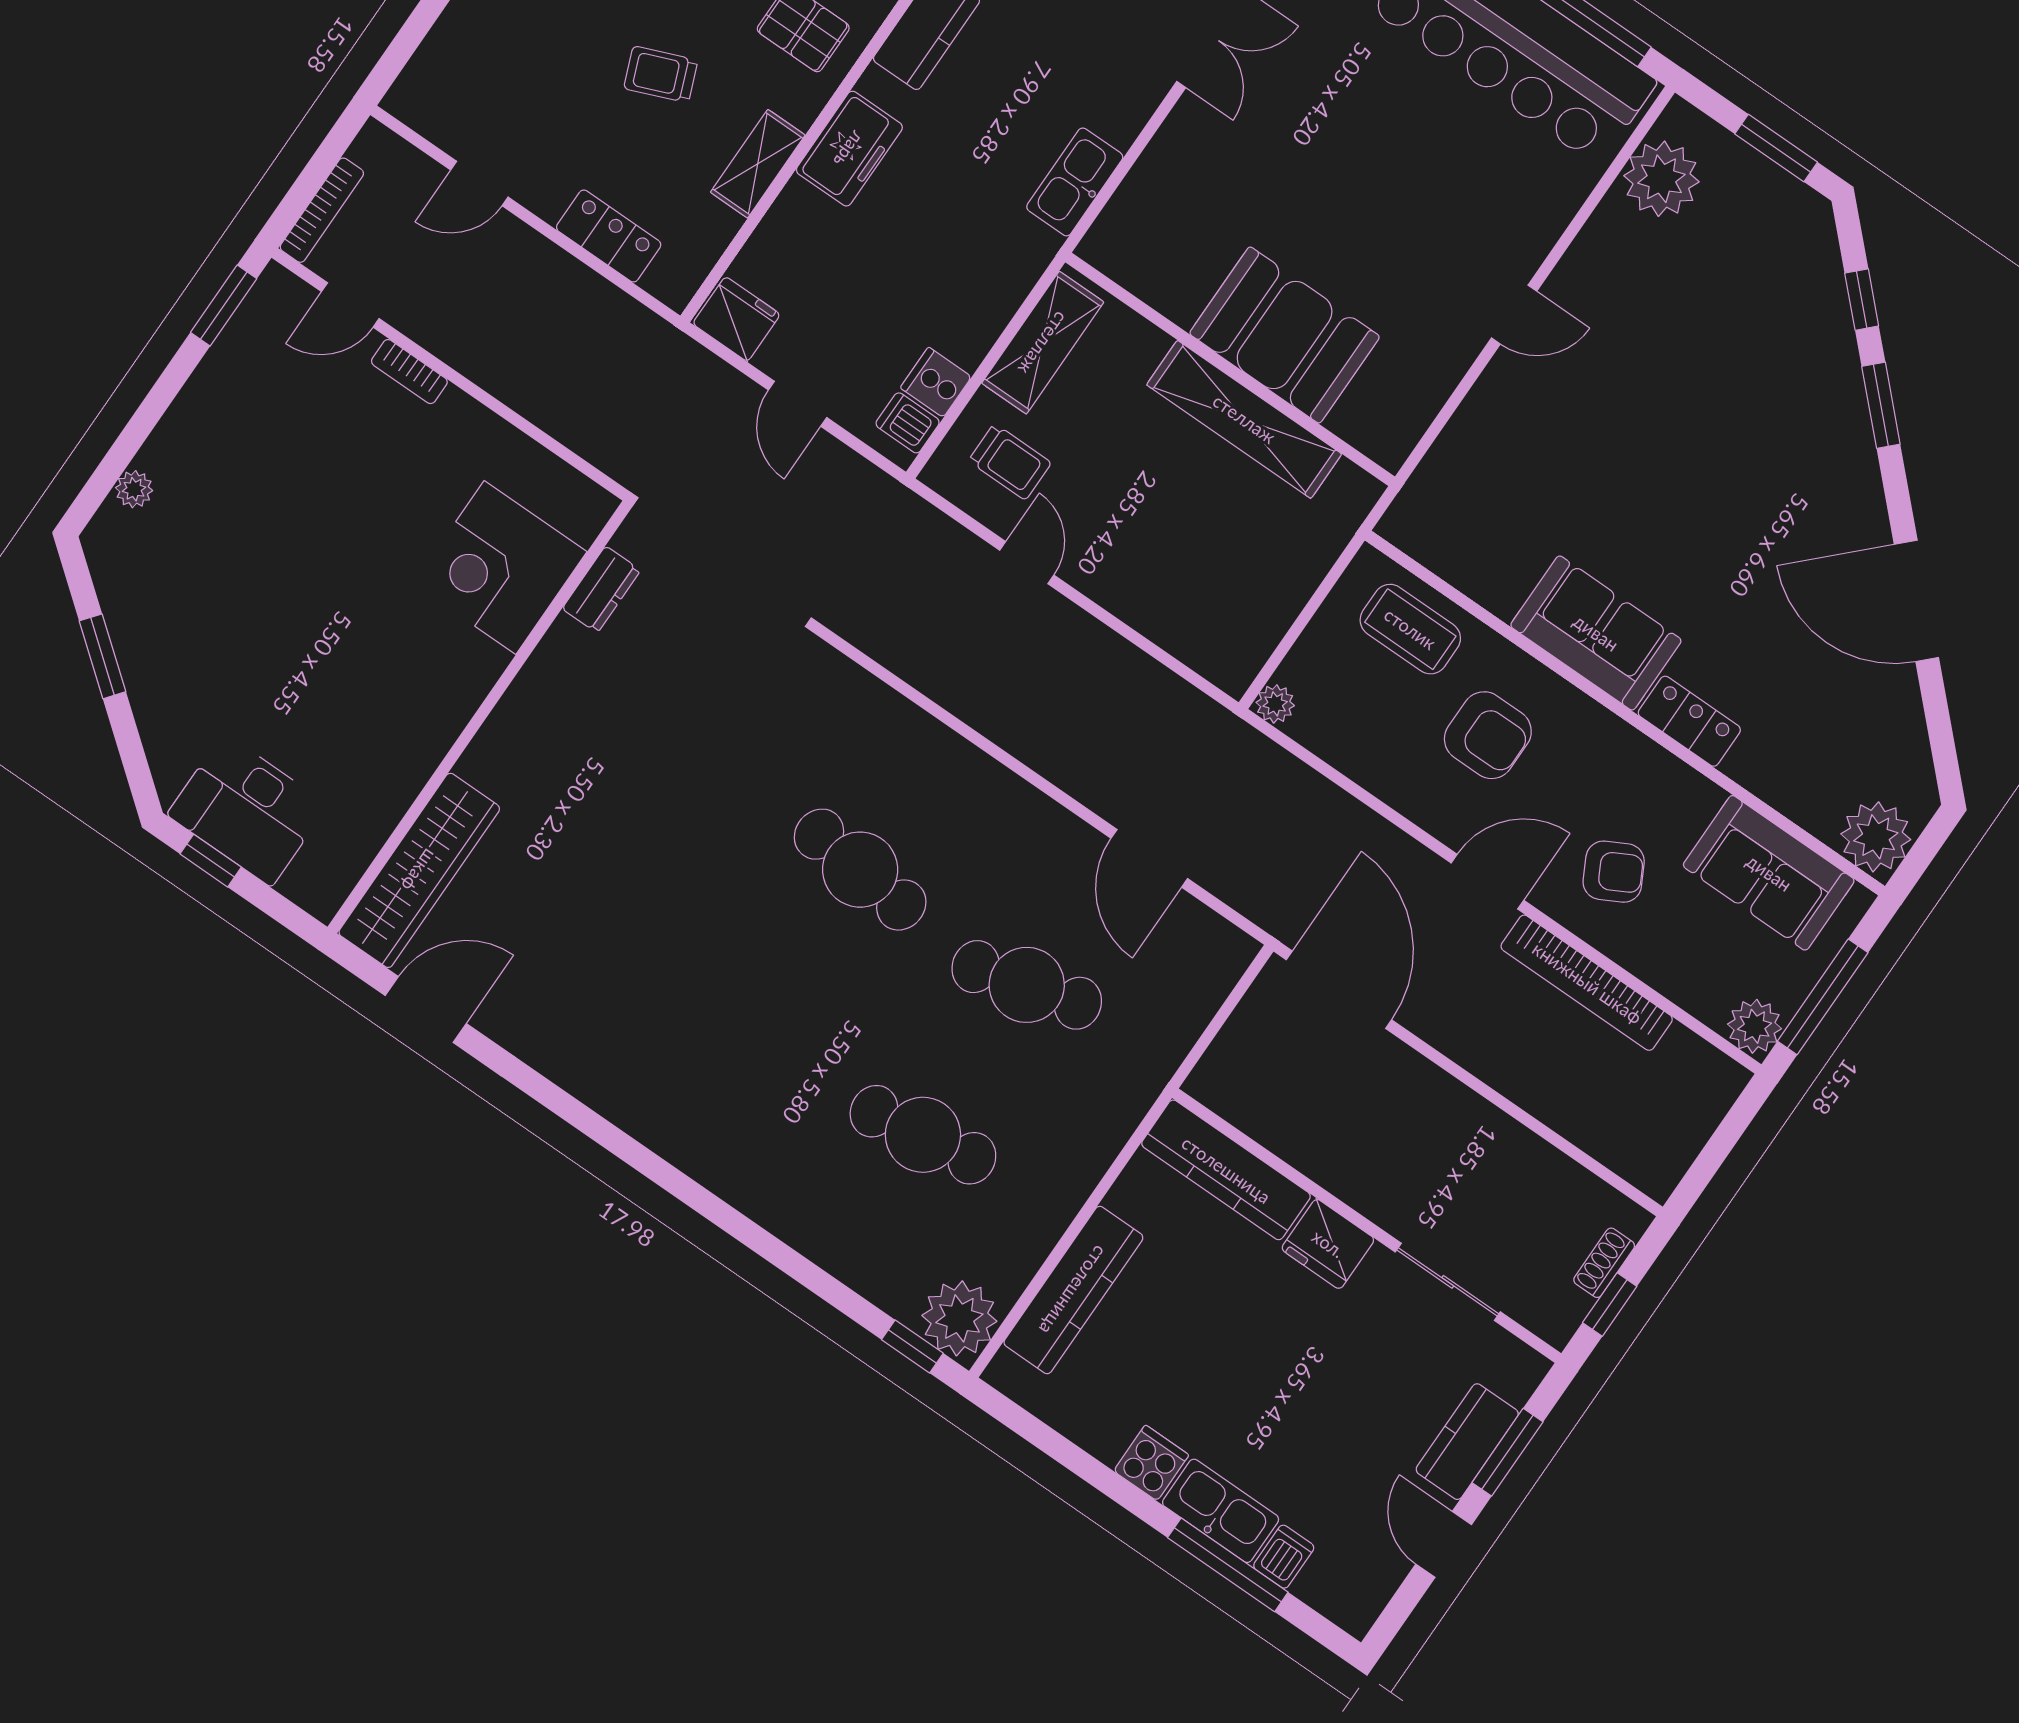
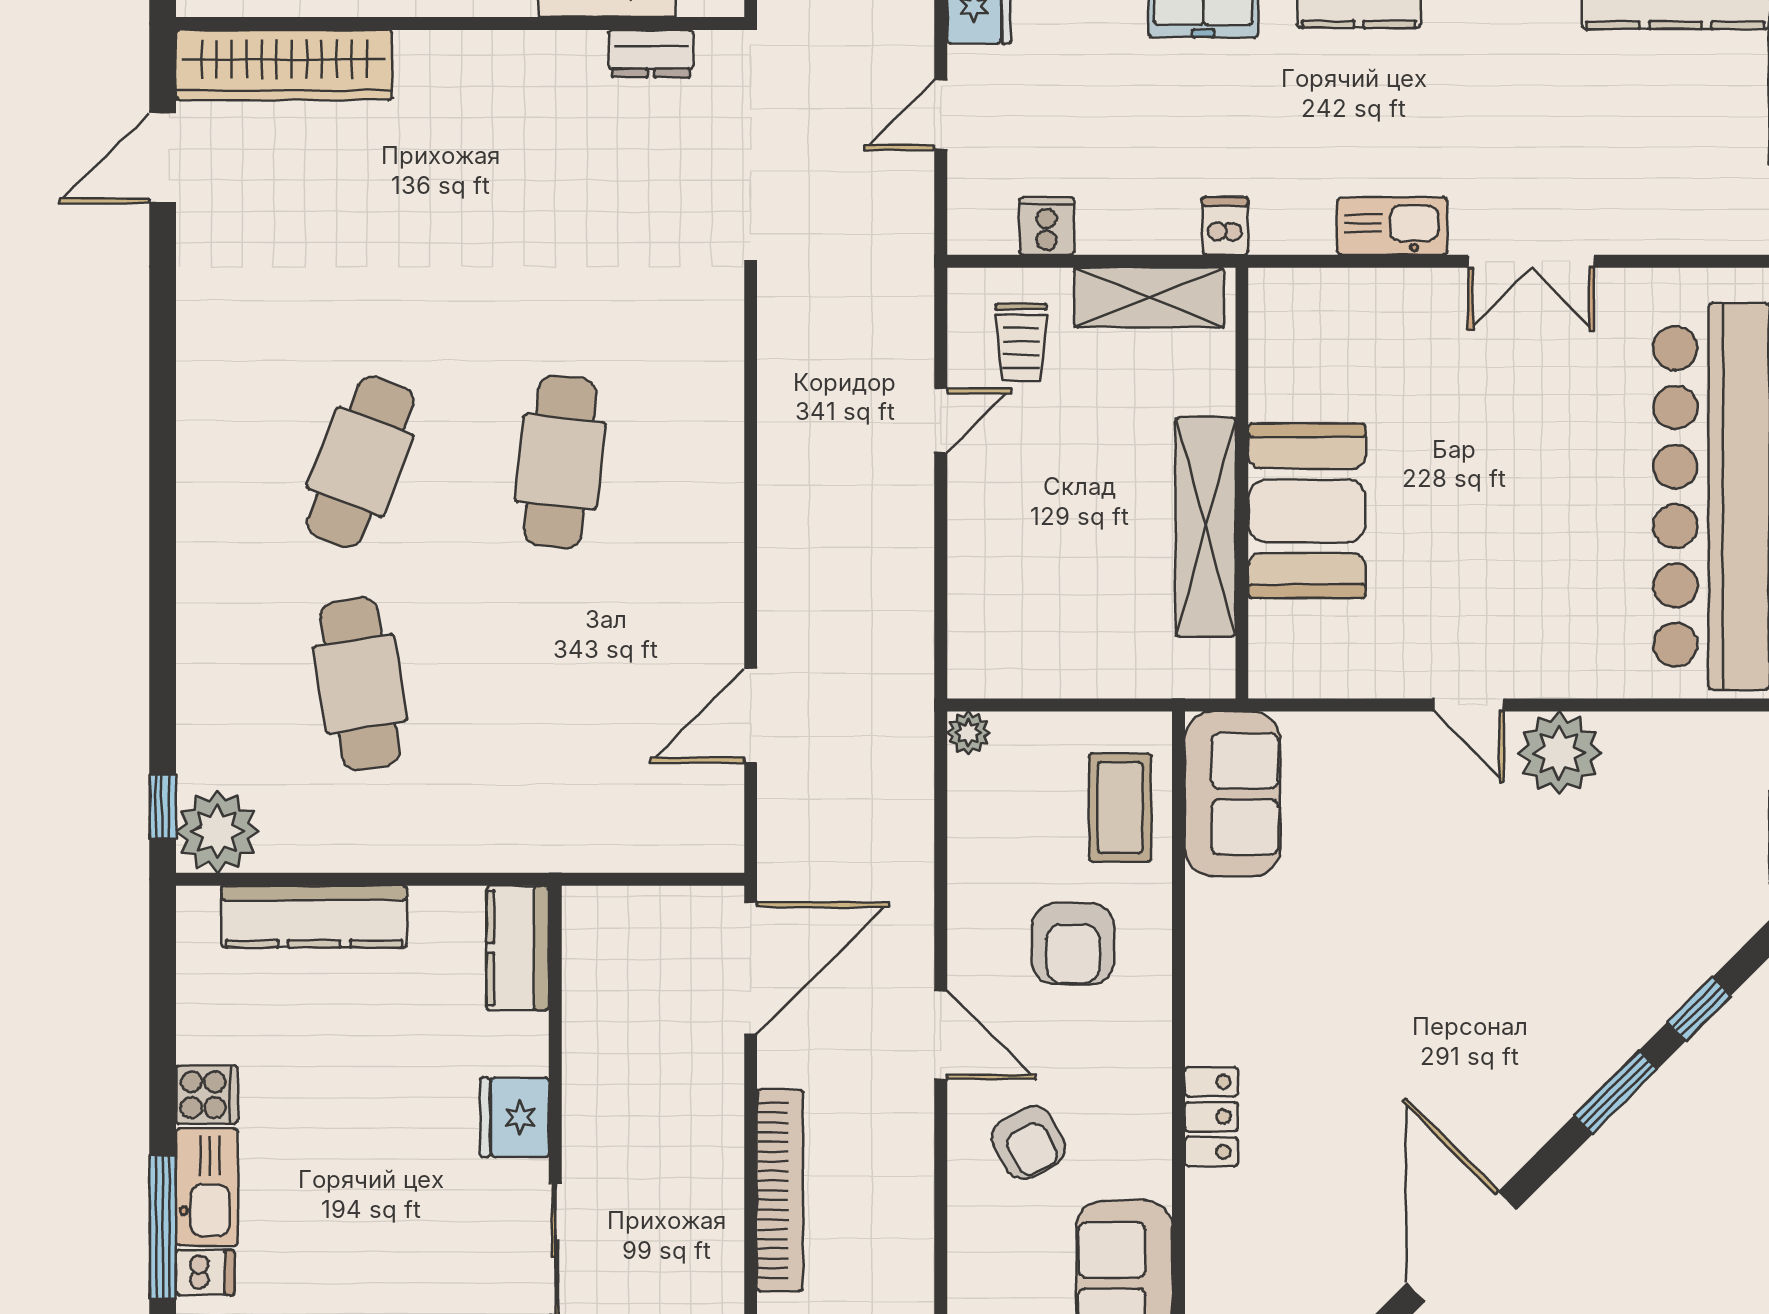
plant: (1661, 179) -> (1559, 753), moved
kitchen sink: (1075, 182) -> (1392, 226), moved
dishwasher: (908, 423) -> (1225, 226), moved
sofa: (1596, 633) -> (1233, 794), moved
bookcase: (1587, 983) -> (780, 1190), moved, turned 180
cafe table: (1027, 985) -> (360, 462), moved, turned 36
door: (426, 1010) -> (163, 158), swing flipped
kitchen counter: (1226, 1170) -> (518, 948), width x0.67

